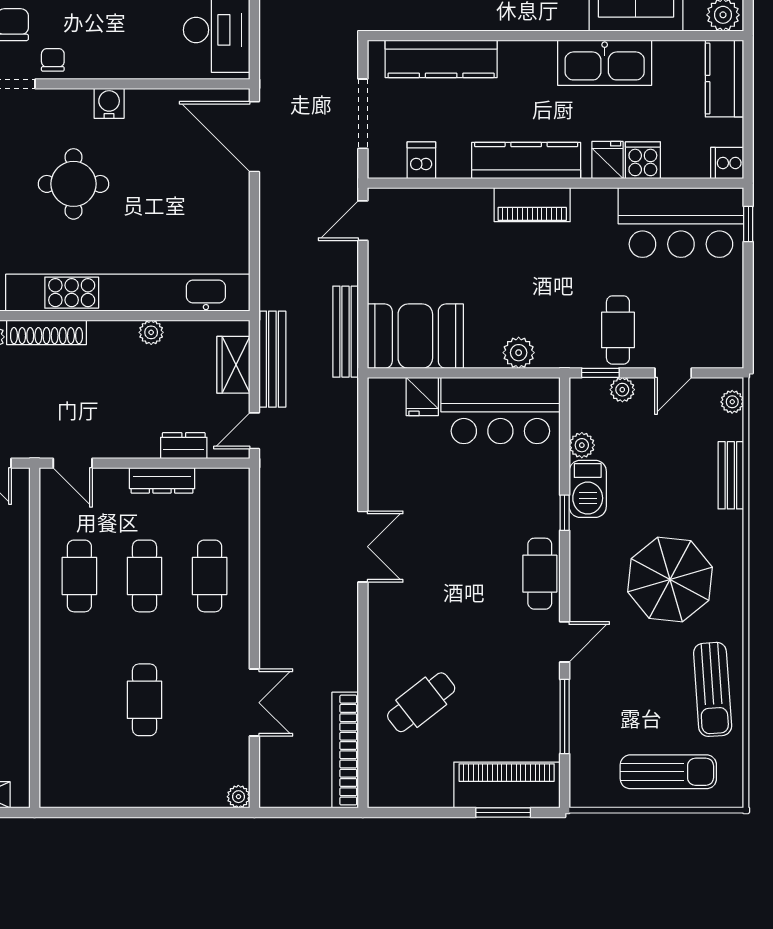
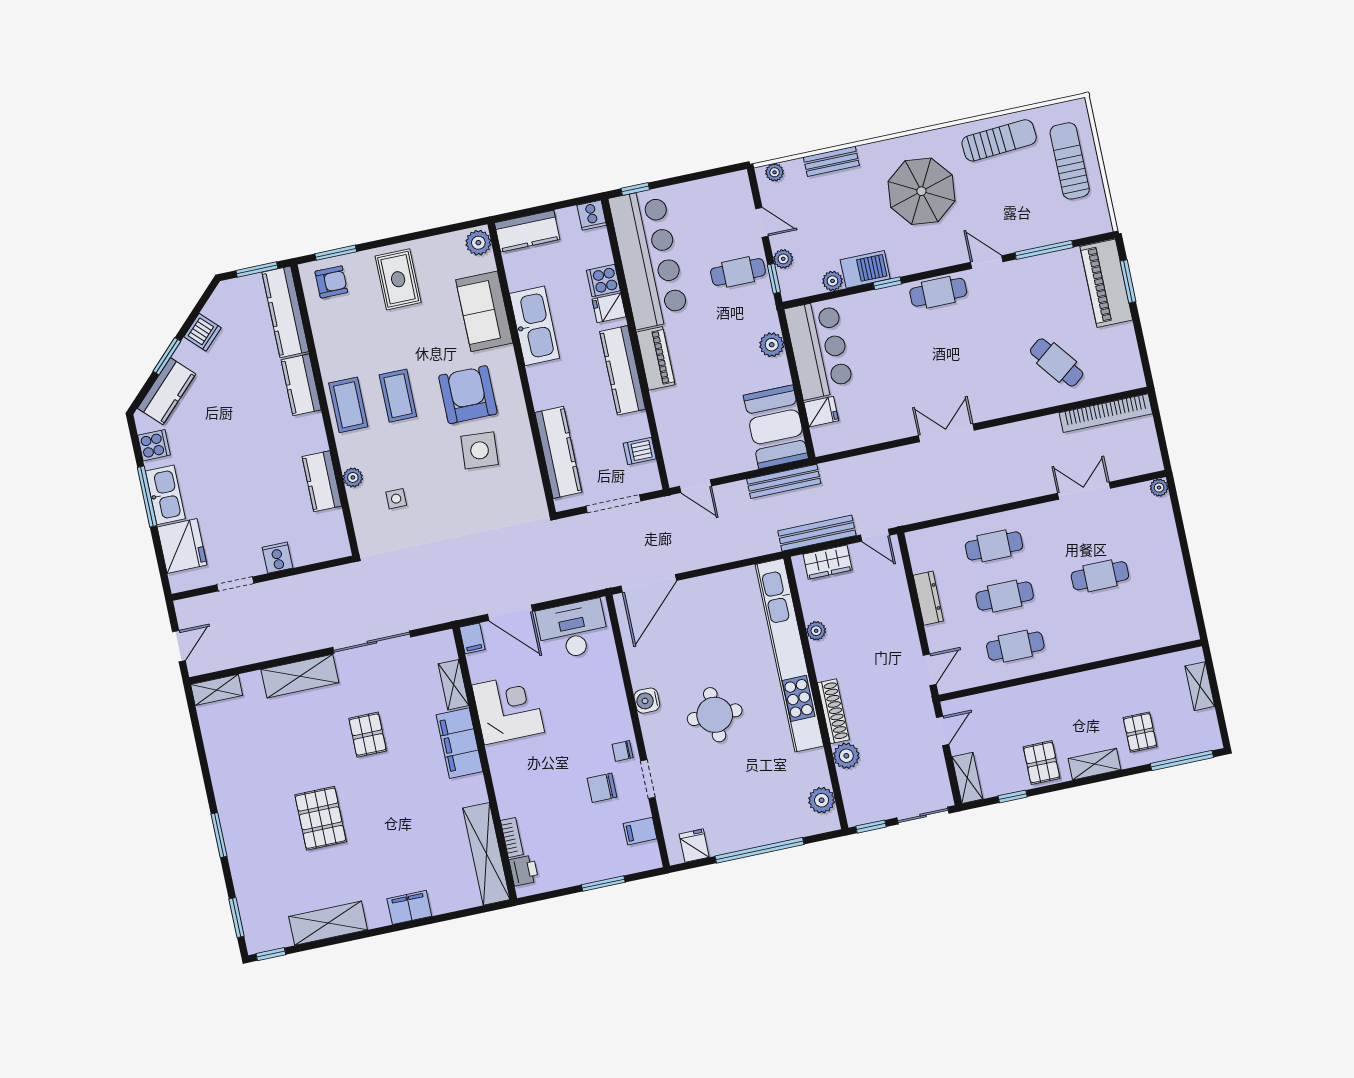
bar counter: (681, 223) -> (649, 259), width x1.36
dresser: (184, 446) -> (898, 587), removed

